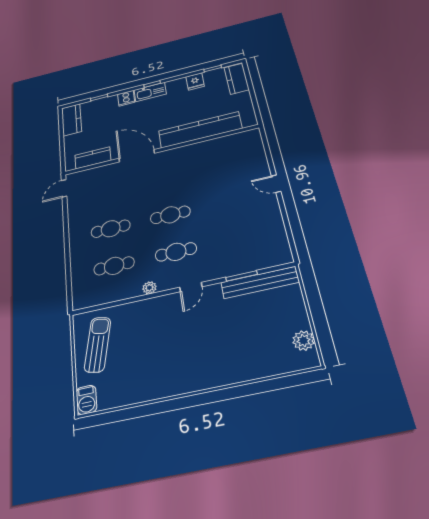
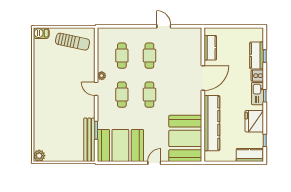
fridge: (195, 82) -> (254, 121), width x1.88, depth x1.34
kitchen counter: (72, 120) -> (257, 55), moved, turned 90
booth: (229, 155) -> (185, 138), added
door: (64, 188) -> (164, 26), moved
booth: (259, 235) -> (120, 145), added
door: (191, 287) -> (96, 89), moved
plant: (304, 341) -> (39, 156), moved

